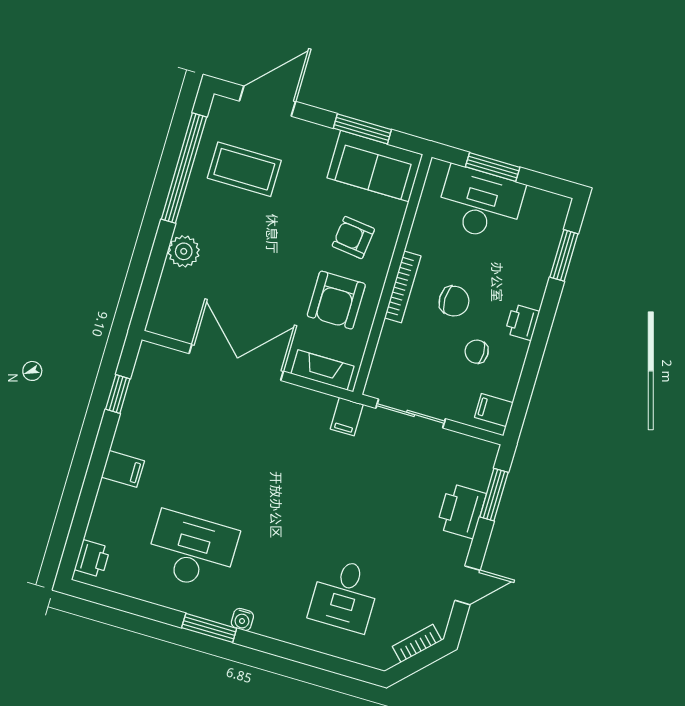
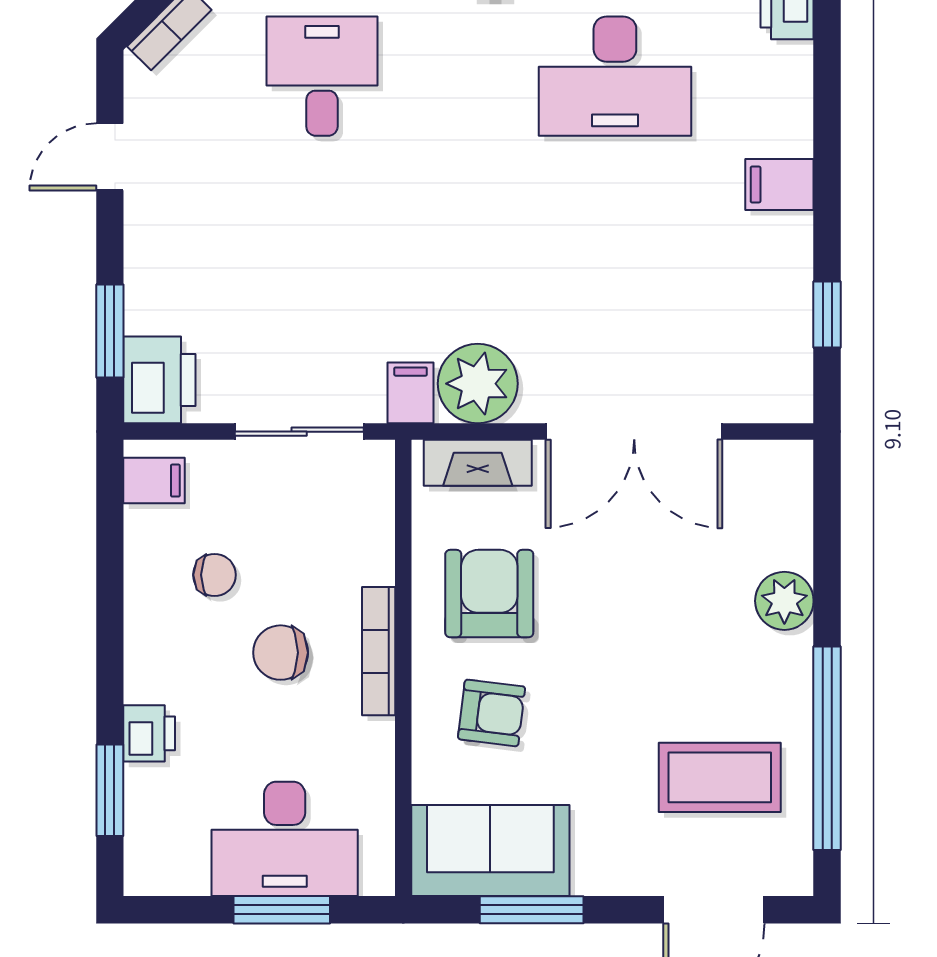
printer: (522, 322) -> (149, 733), moved
plant: (310, 411) -> (478, 384), added
printer: (461, 511) -> (159, 380), moved

